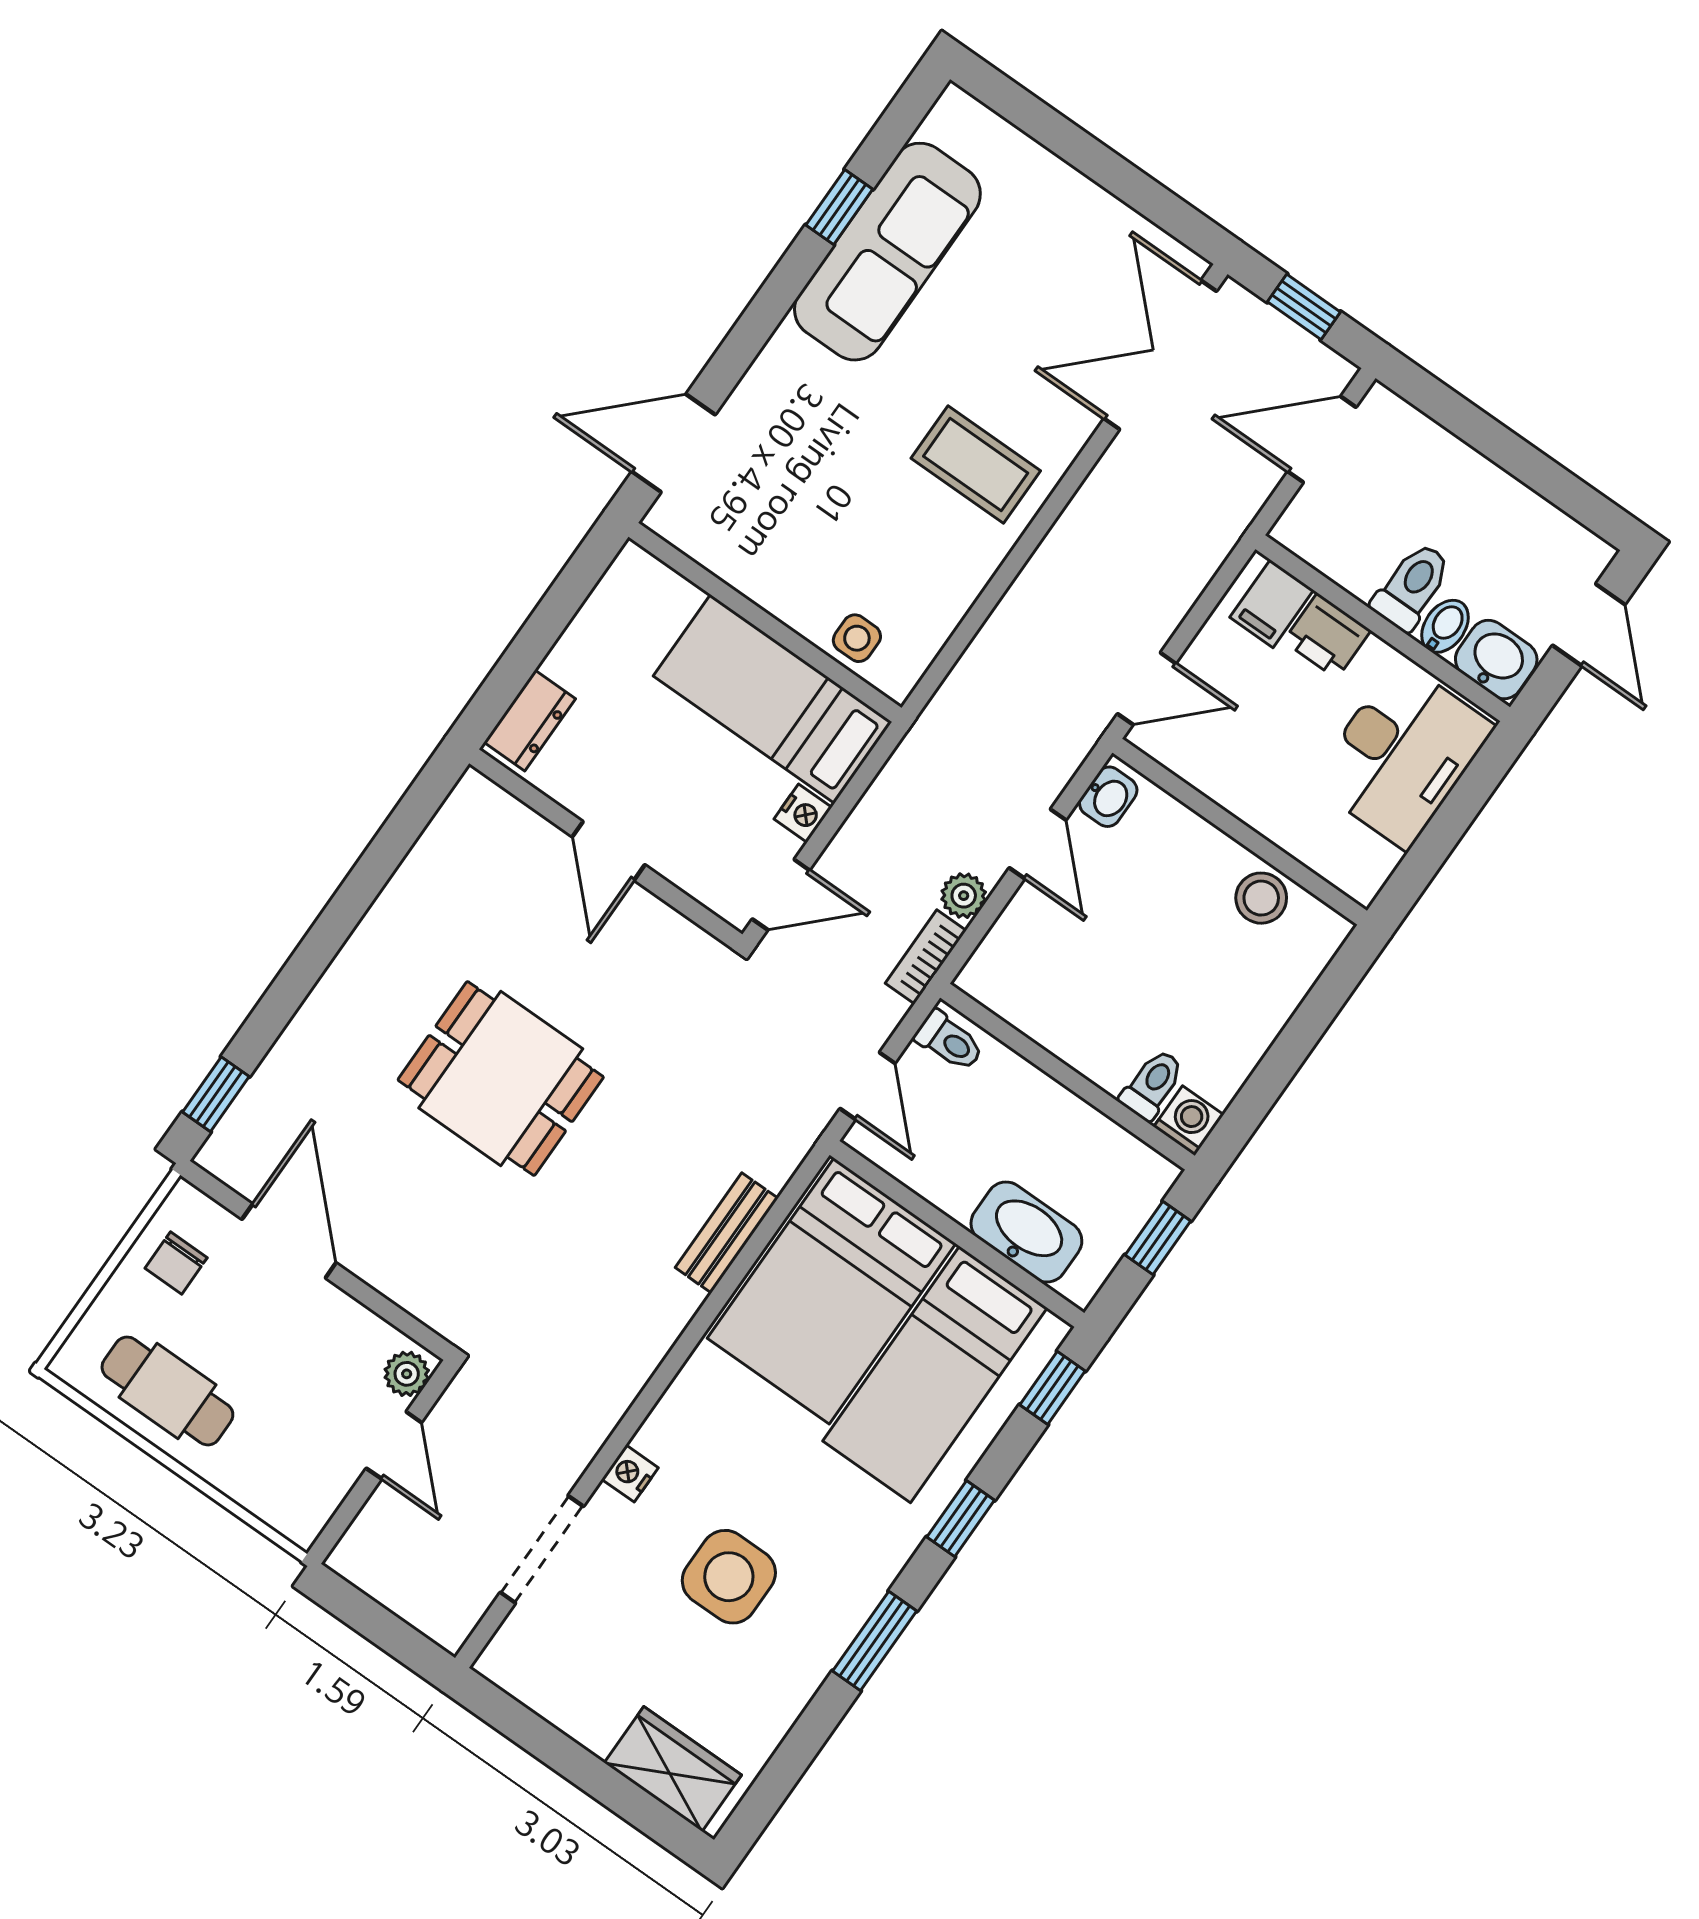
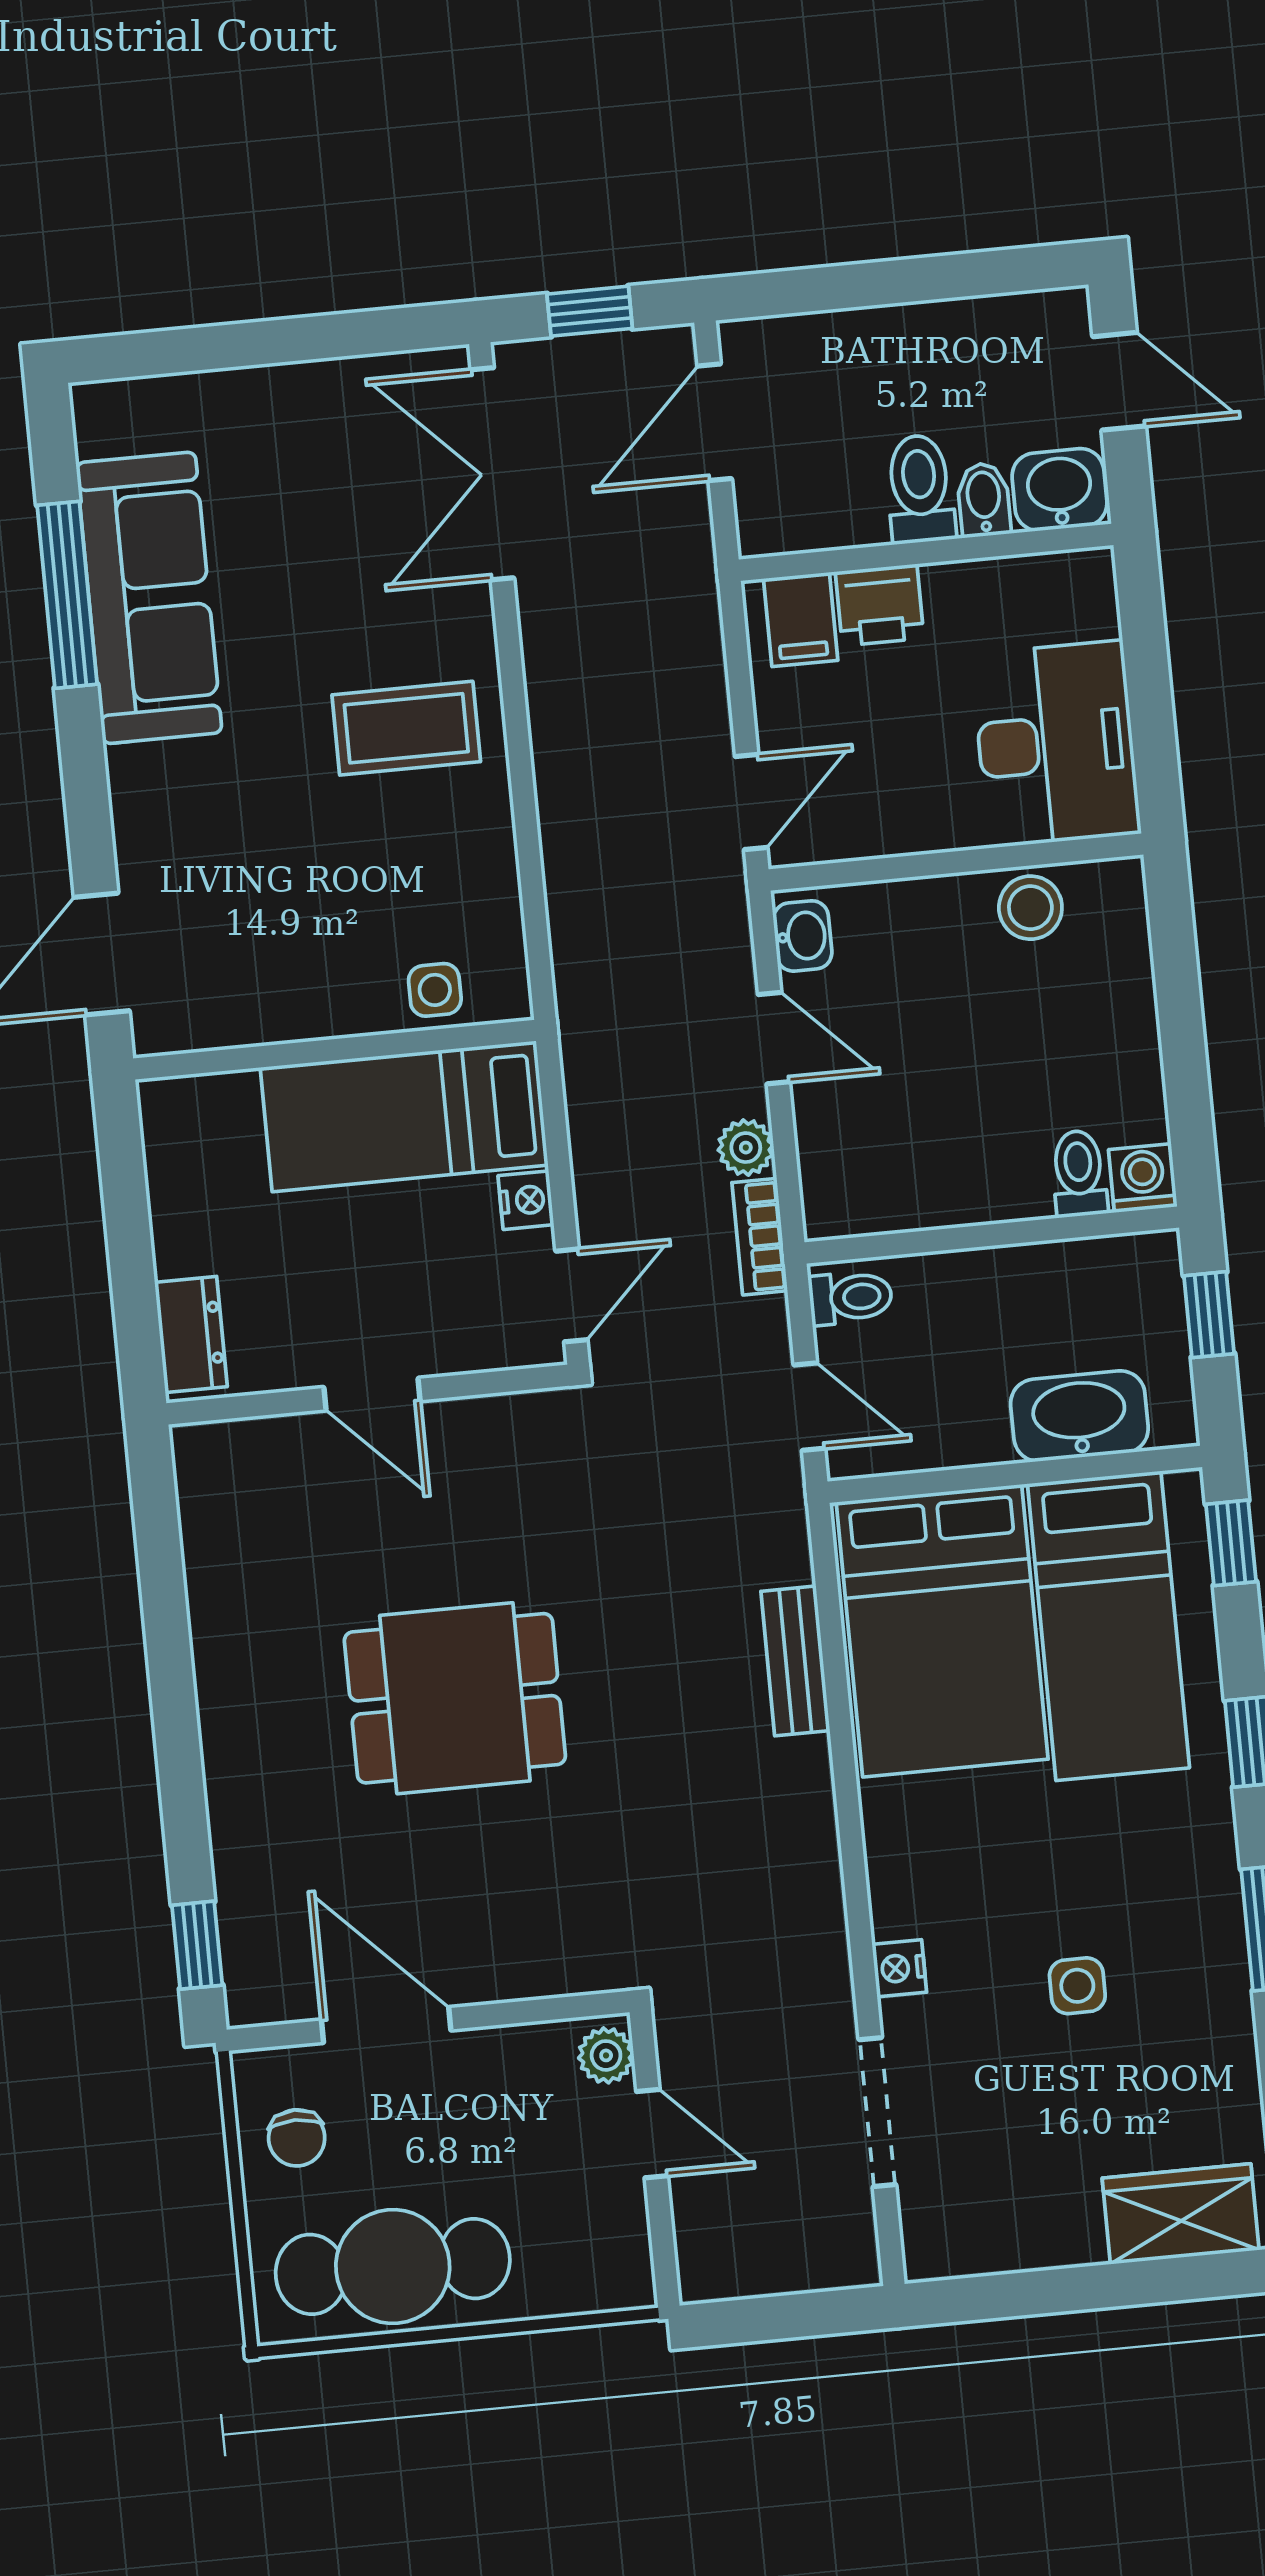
window: (839, 207) -> (67, 595), width x2.17
desk: (1402, 754) -> (1056, 744), moved
cafe table: (167, 1391) -> (393, 2266), width x1.37, depth x1.35
side table: (729, 1577) -> (1077, 1986), width x0.54, depth x0.54

